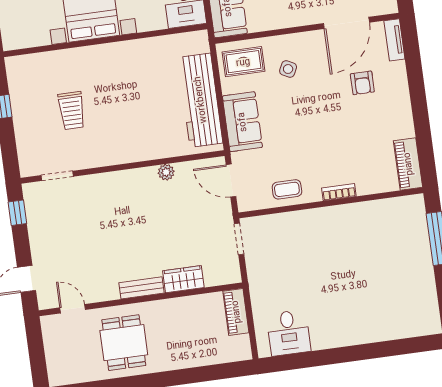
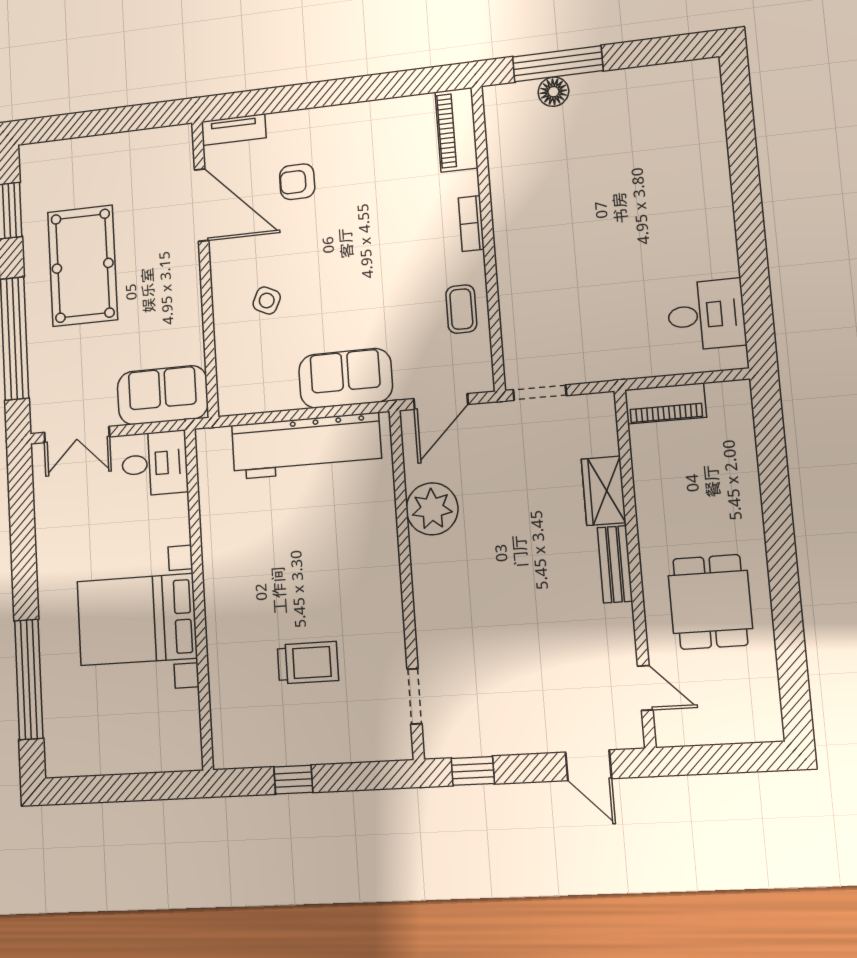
rug: (243, 62) -> (250, 372), removed
armchair: (362, 83) -> (297, 182), turned 180
piano: (408, 164) -> (456, 130), moved, turned 90
plant: (166, 172) -> (432, 509), width x1.88, depth x1.88
floor lamp: (420, 237) -> (553, 92), added
door: (73, 309) -> (645, 688), swing flipped
dining table: (124, 343) -> (710, 602), turned 90

